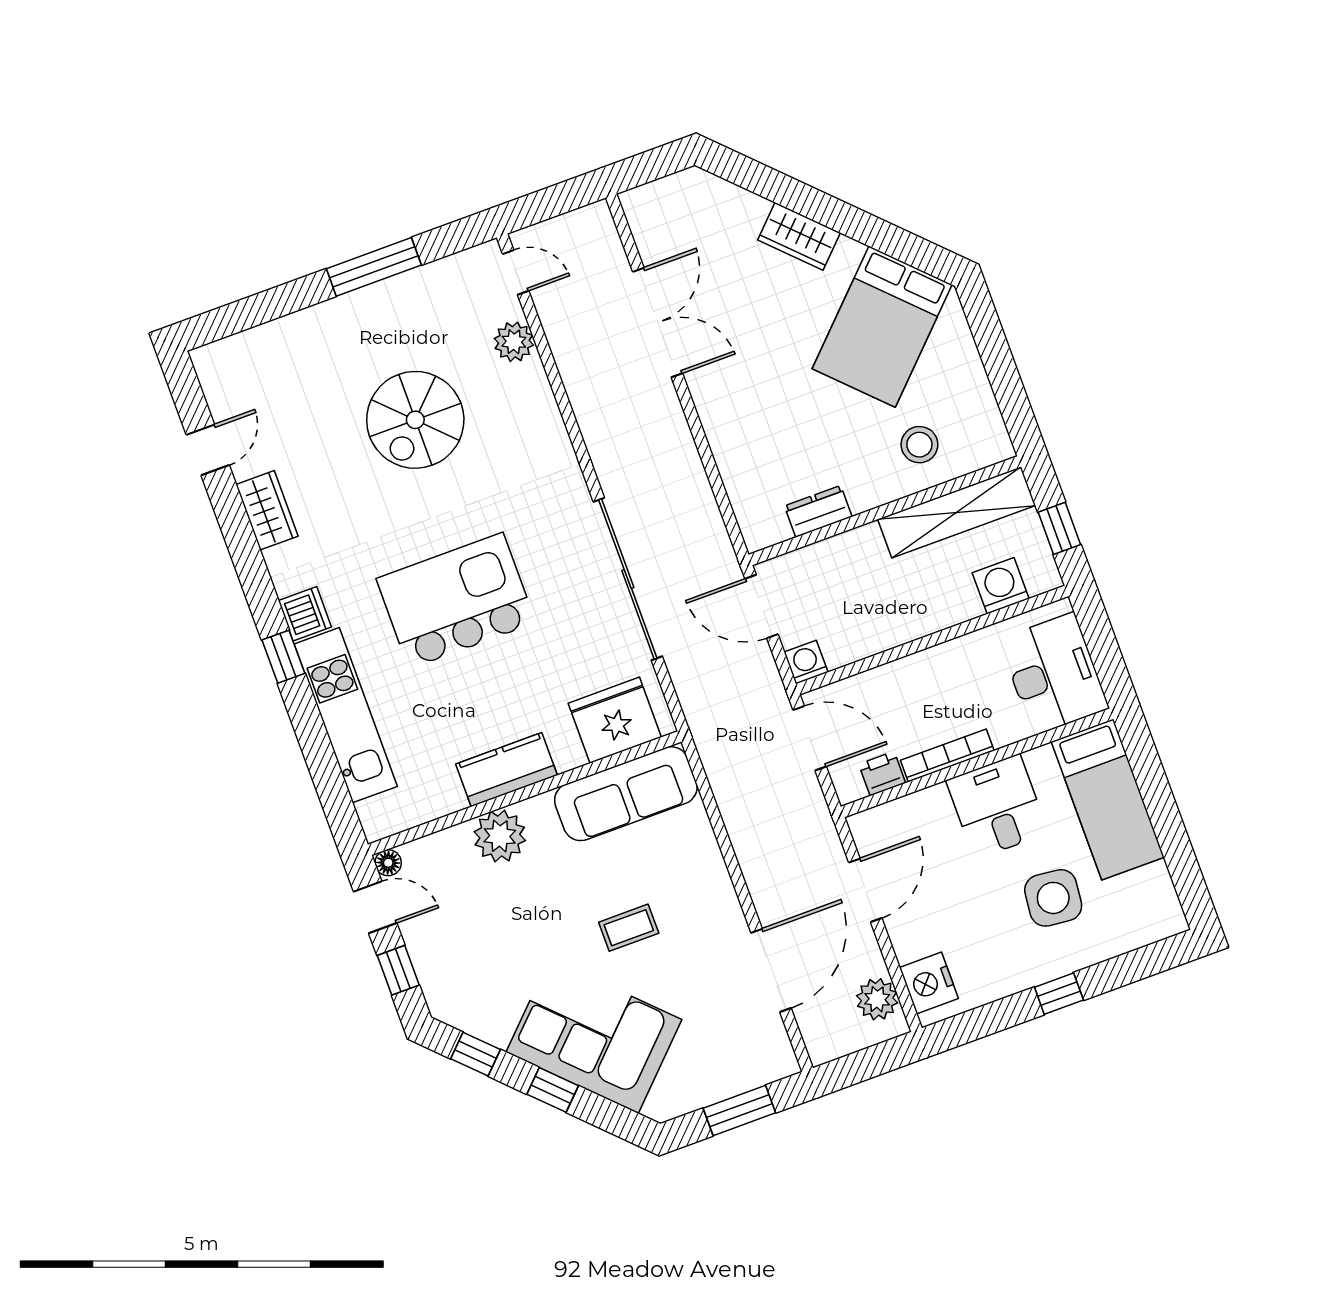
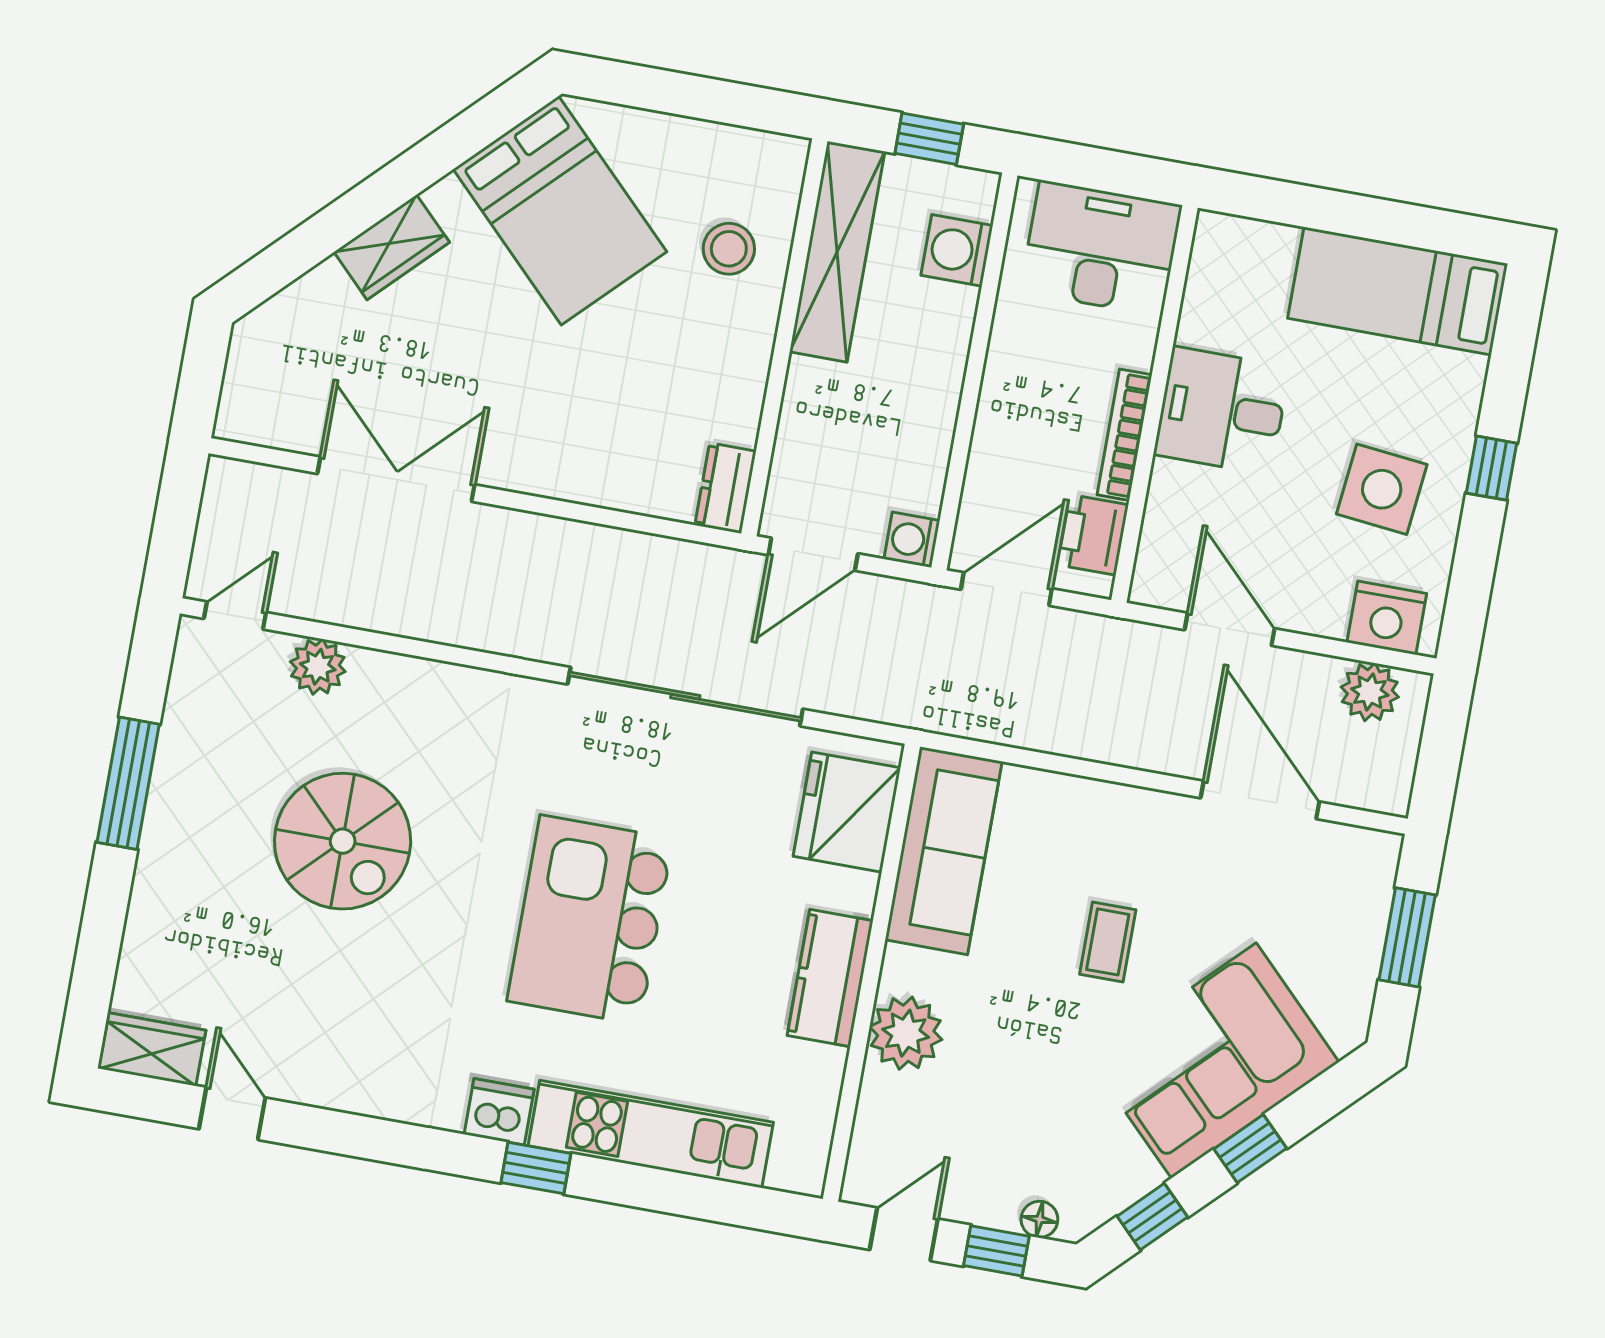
wardrobe: (267, 510) -> (152, 1049), moved
dresser: (818, 511) -> (725, 488), moved
printer: (882, 774) -> (1093, 535), width x1.36, depth x1.24
bed: (1108, 799) -> (1398, 291), moved, turned 180
floor lamp: (388, 863) -> (1039, 1219), moved
side table: (1053, 898) -> (1382, 489), moved

